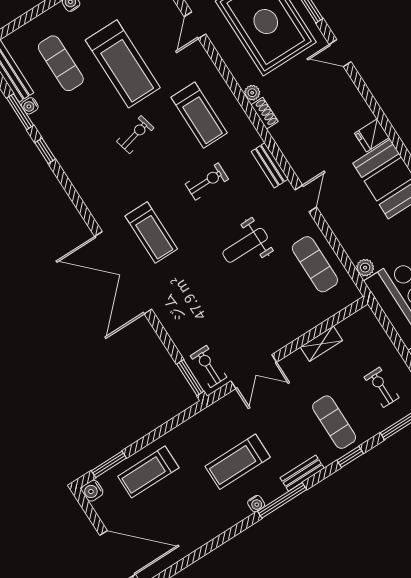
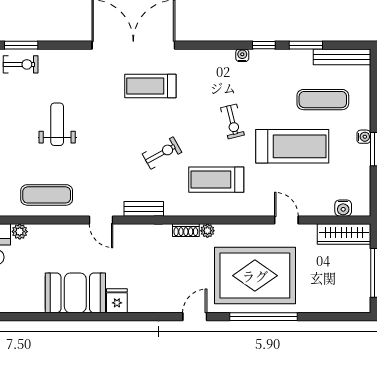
treadmill: (123, 64) -> (292, 146), turned 180
water cooler: (30, 106) -> (242, 55), moved
exercise bike: (207, 182) -> (162, 153), turned -119
weight bench: (245, 245) -> (57, 124), moved

